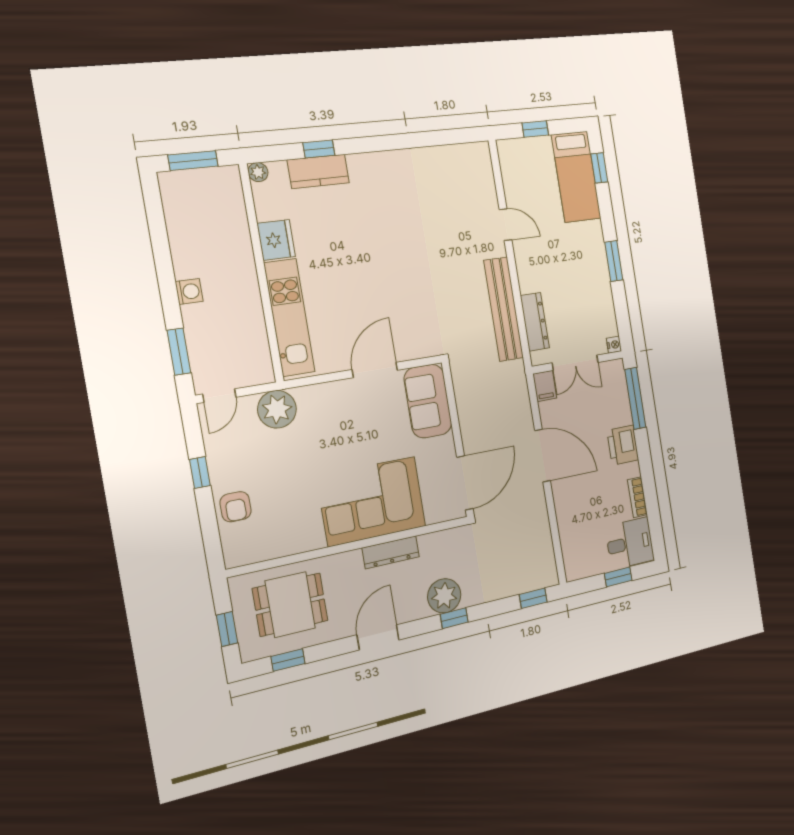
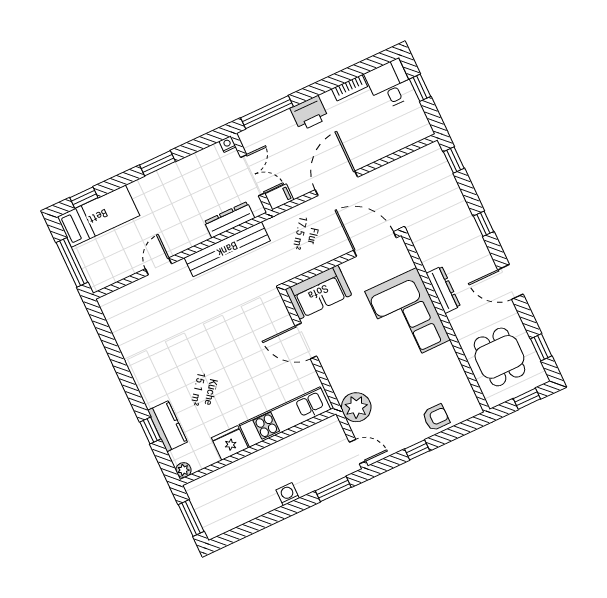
window: (535, 129) -> (72, 262), width x2.17
plant: (444, 596) -> (468, 237), removed

